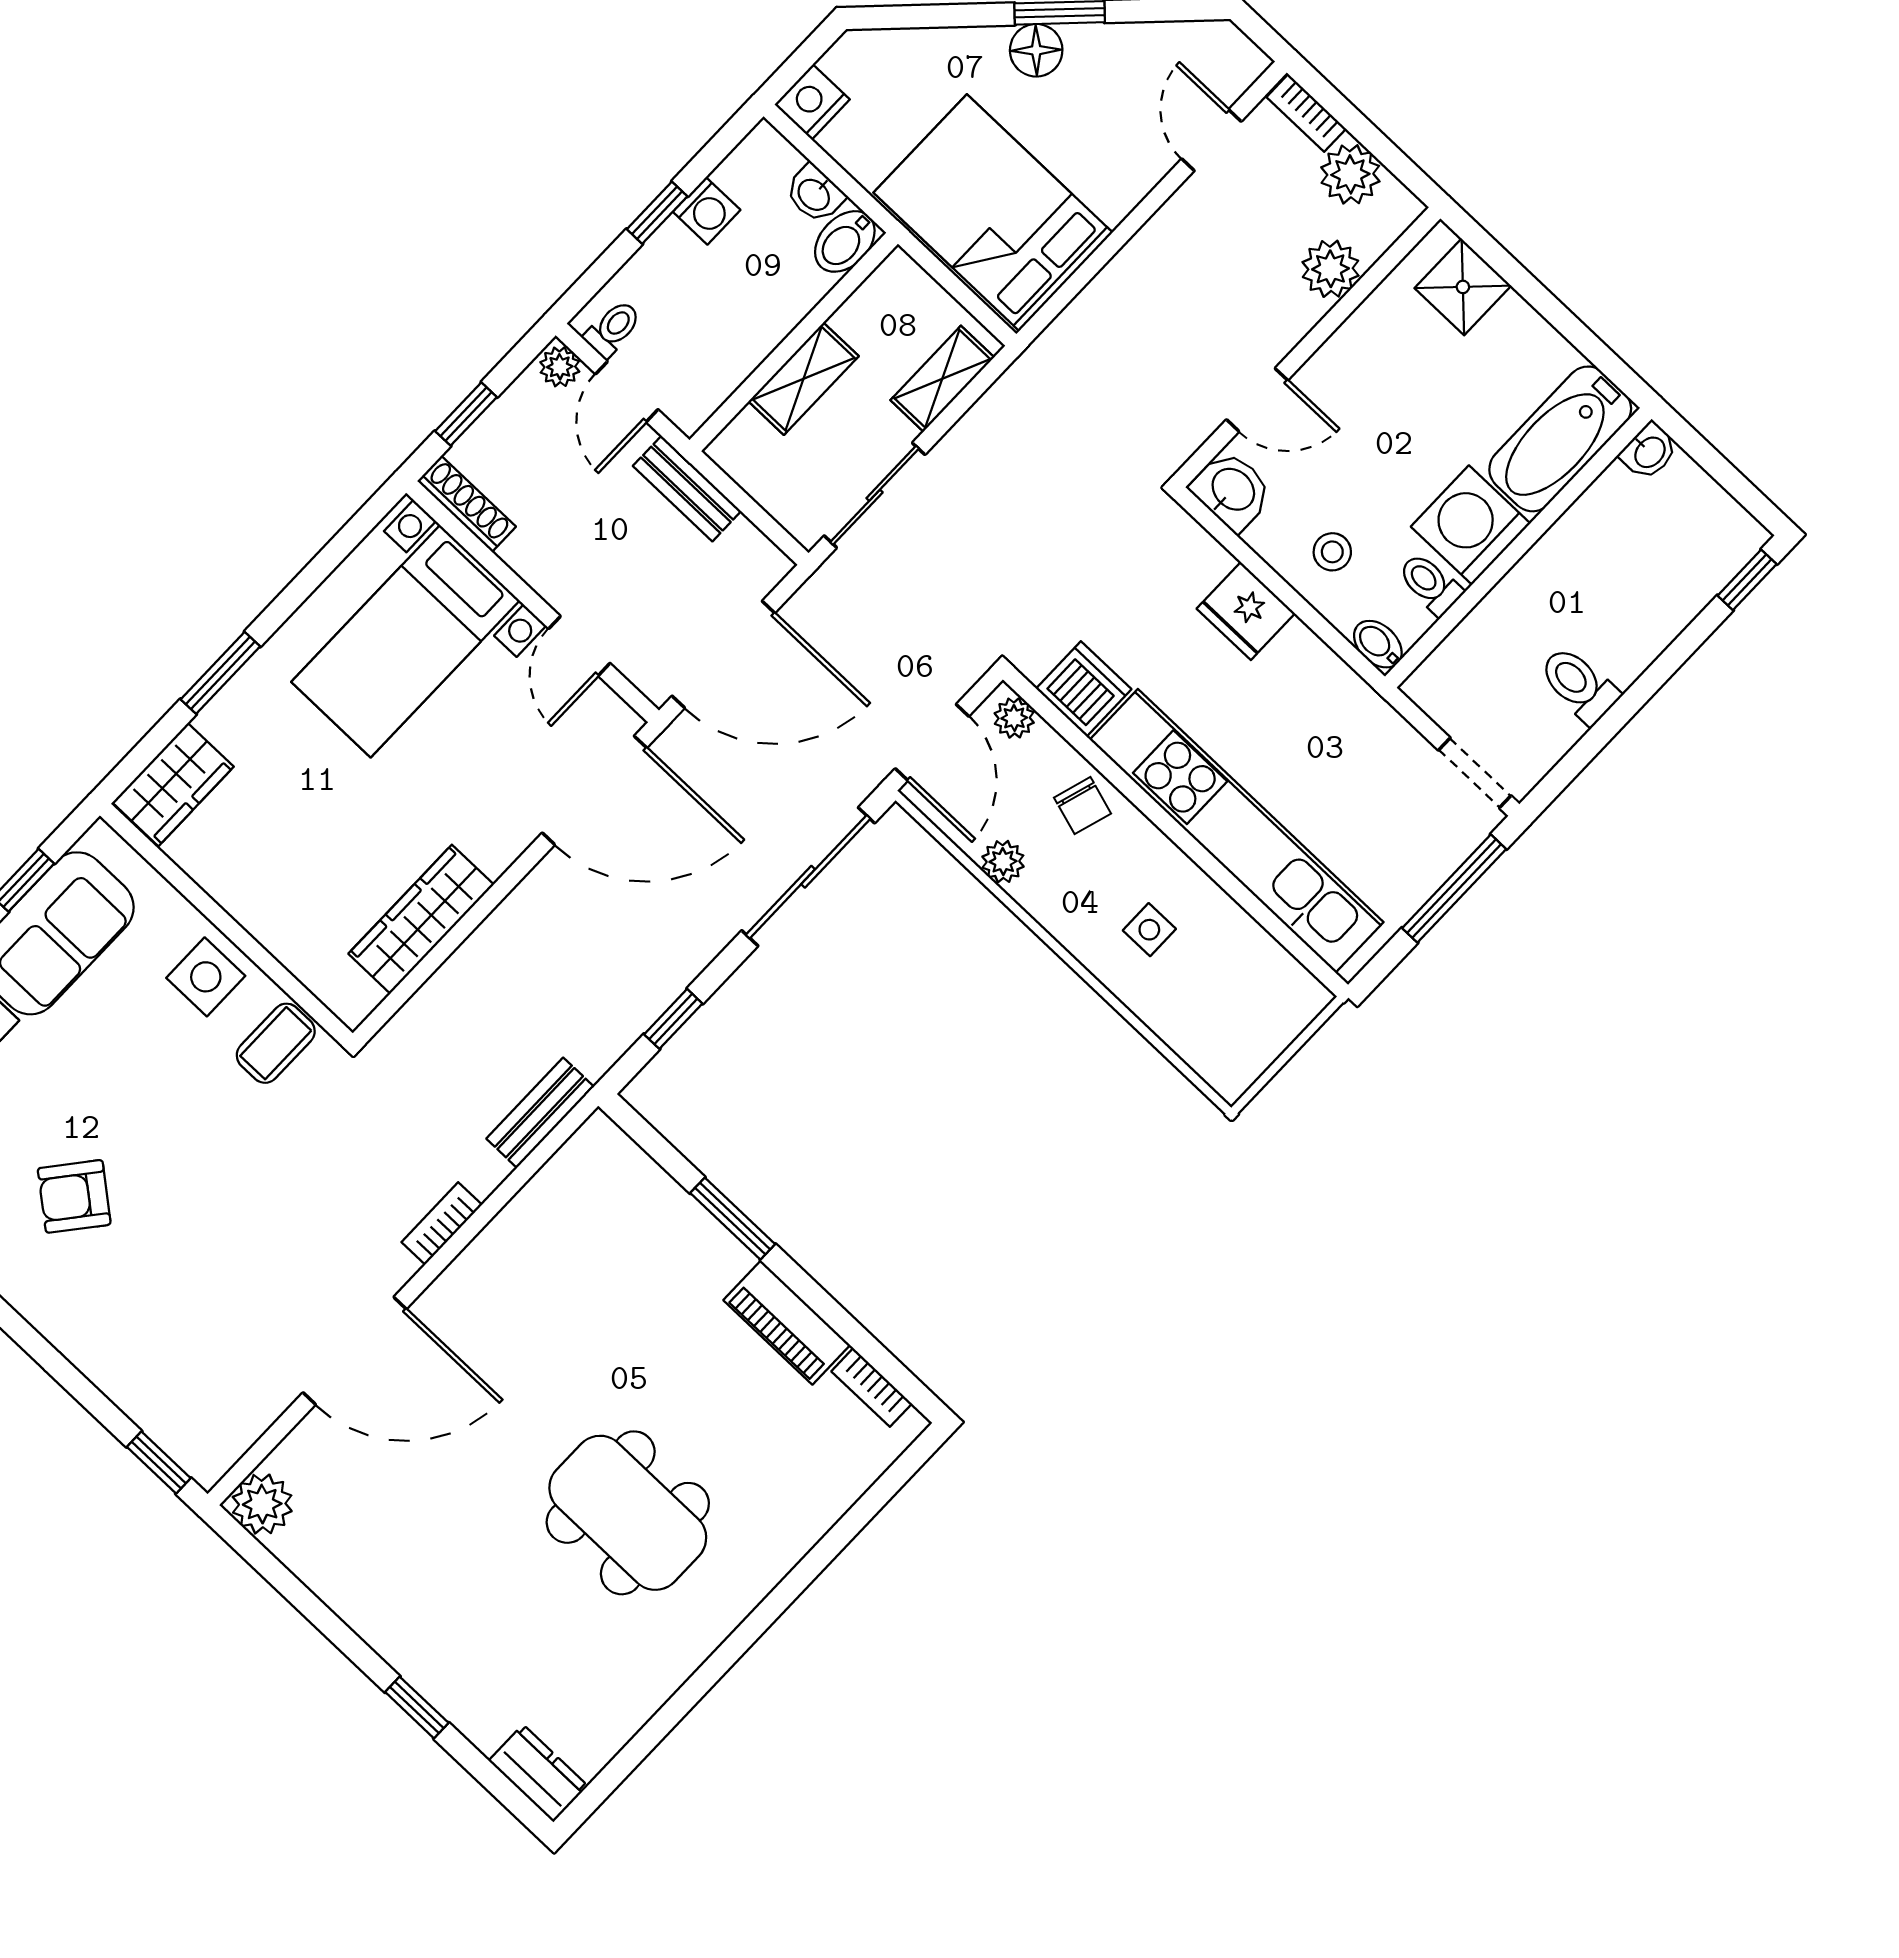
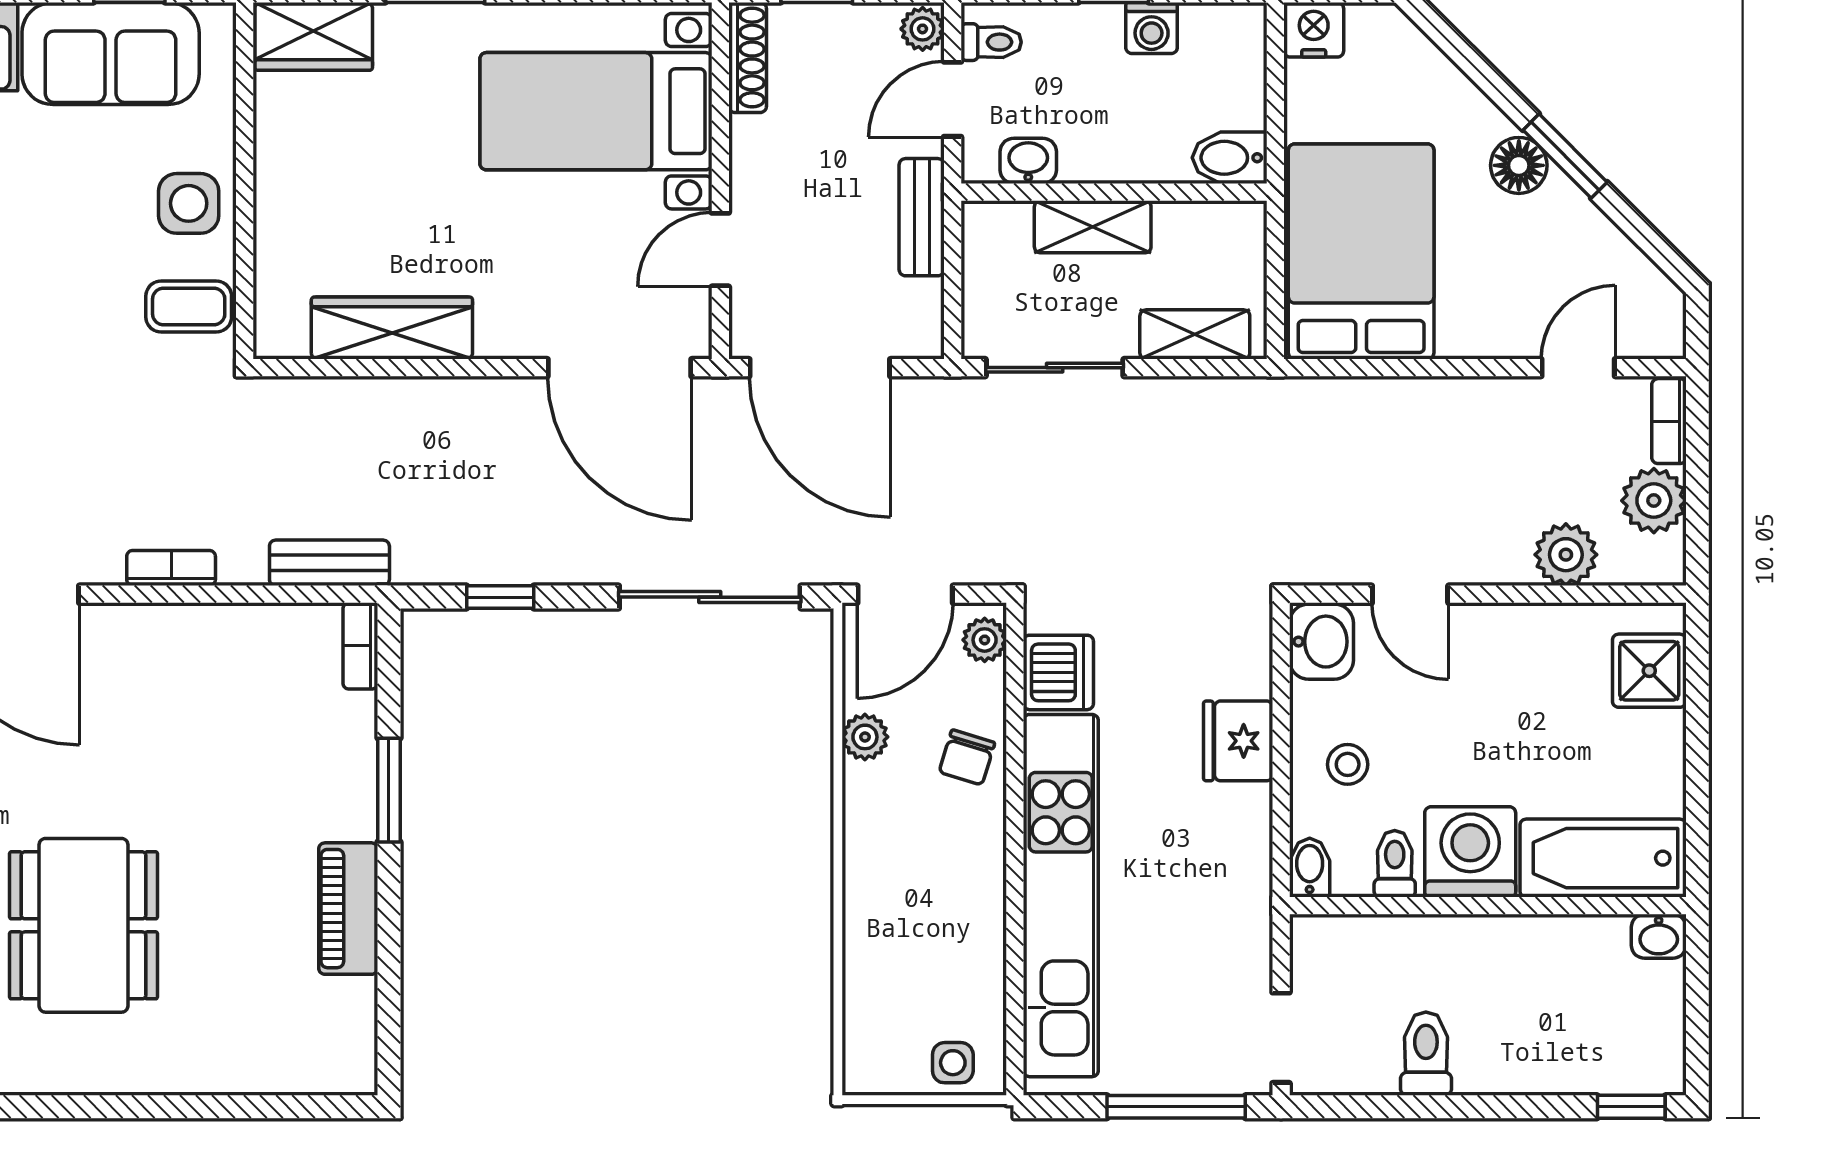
washbasin: (815, 194) -> (1028, 161), moved, turned 90
side table: (1149, 930) -> (953, 1063), moved
bookcase: (872, 1387) -> (360, 646), moved

